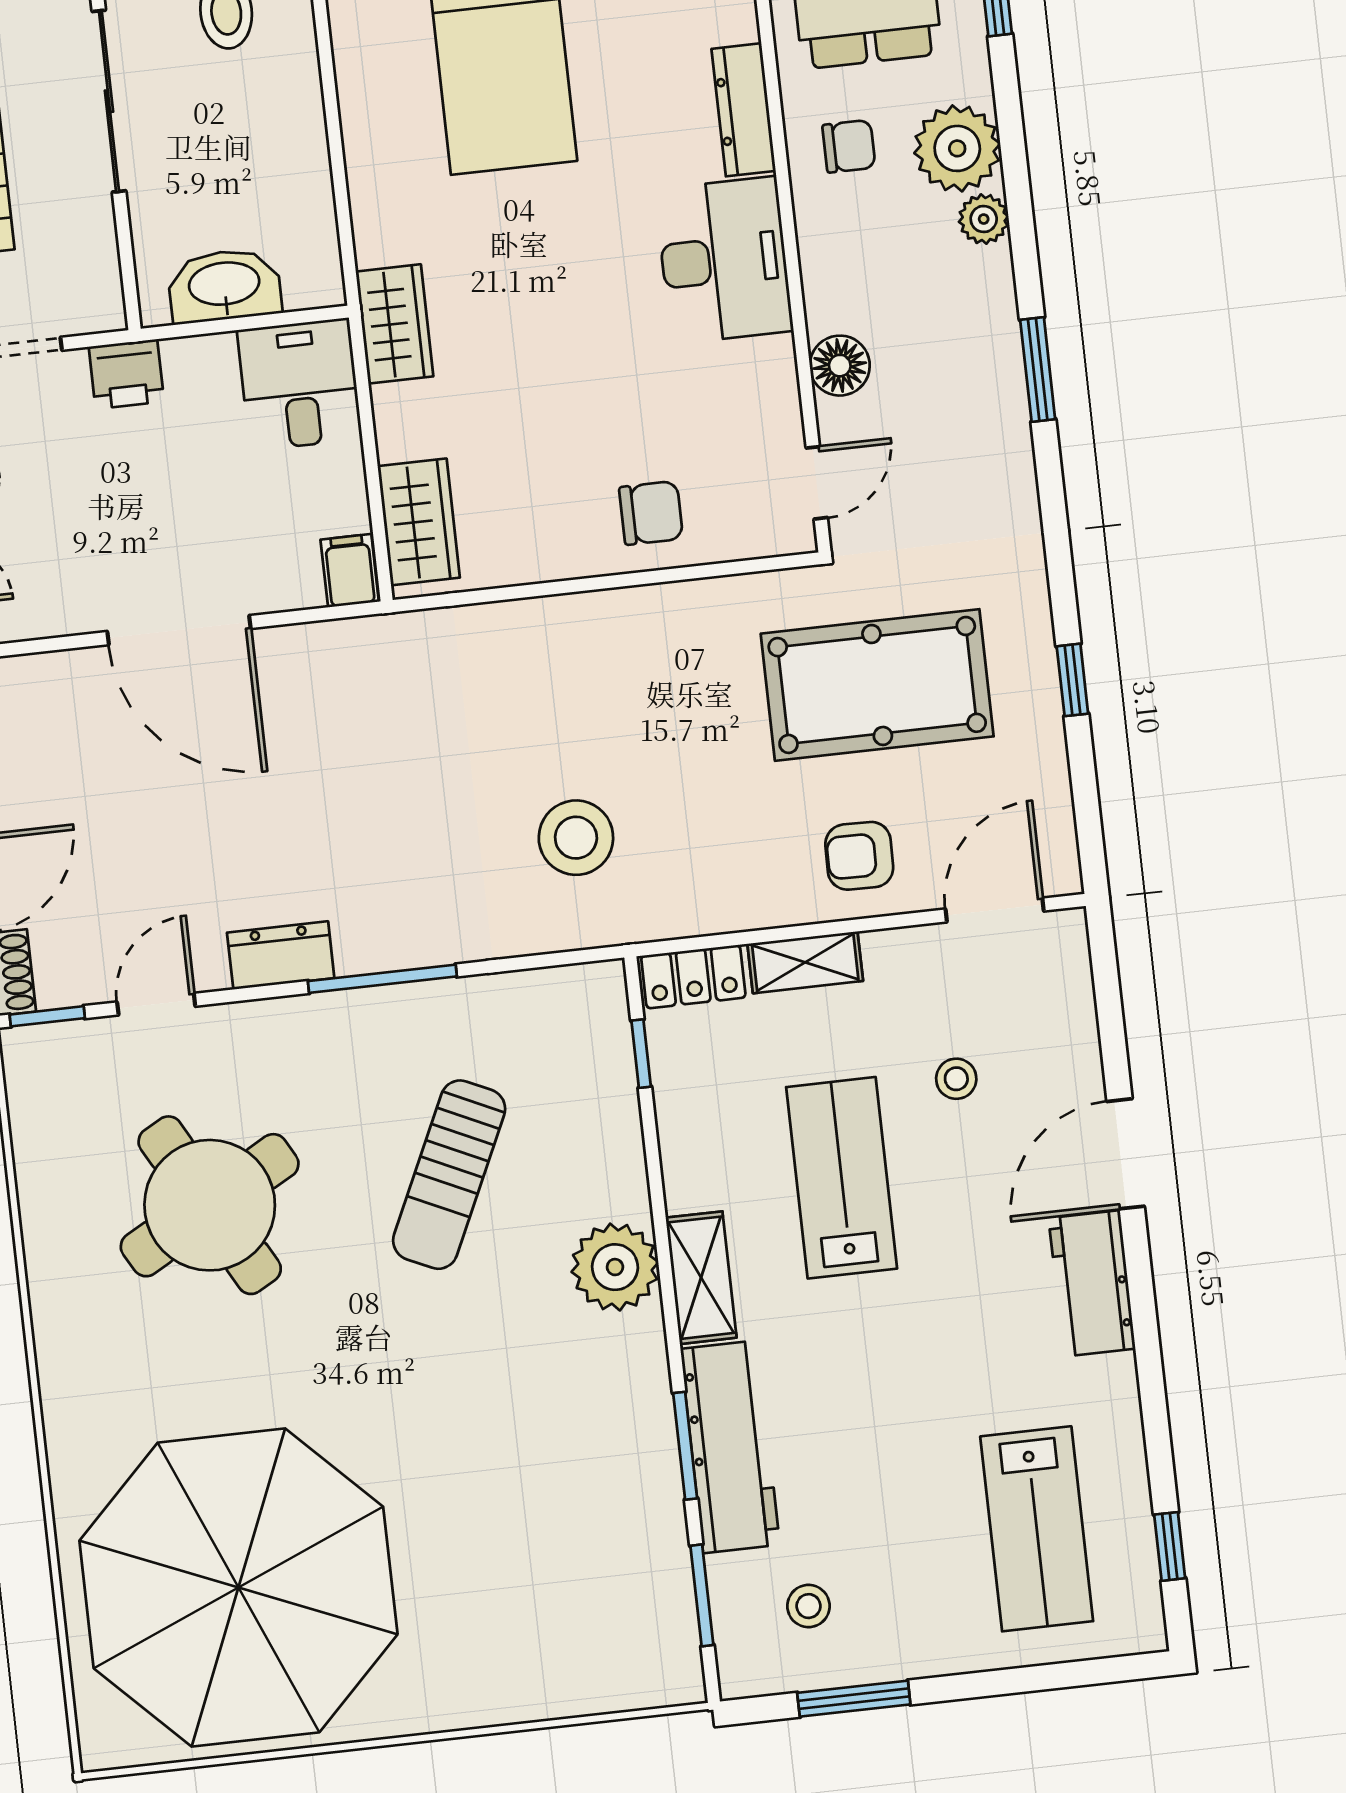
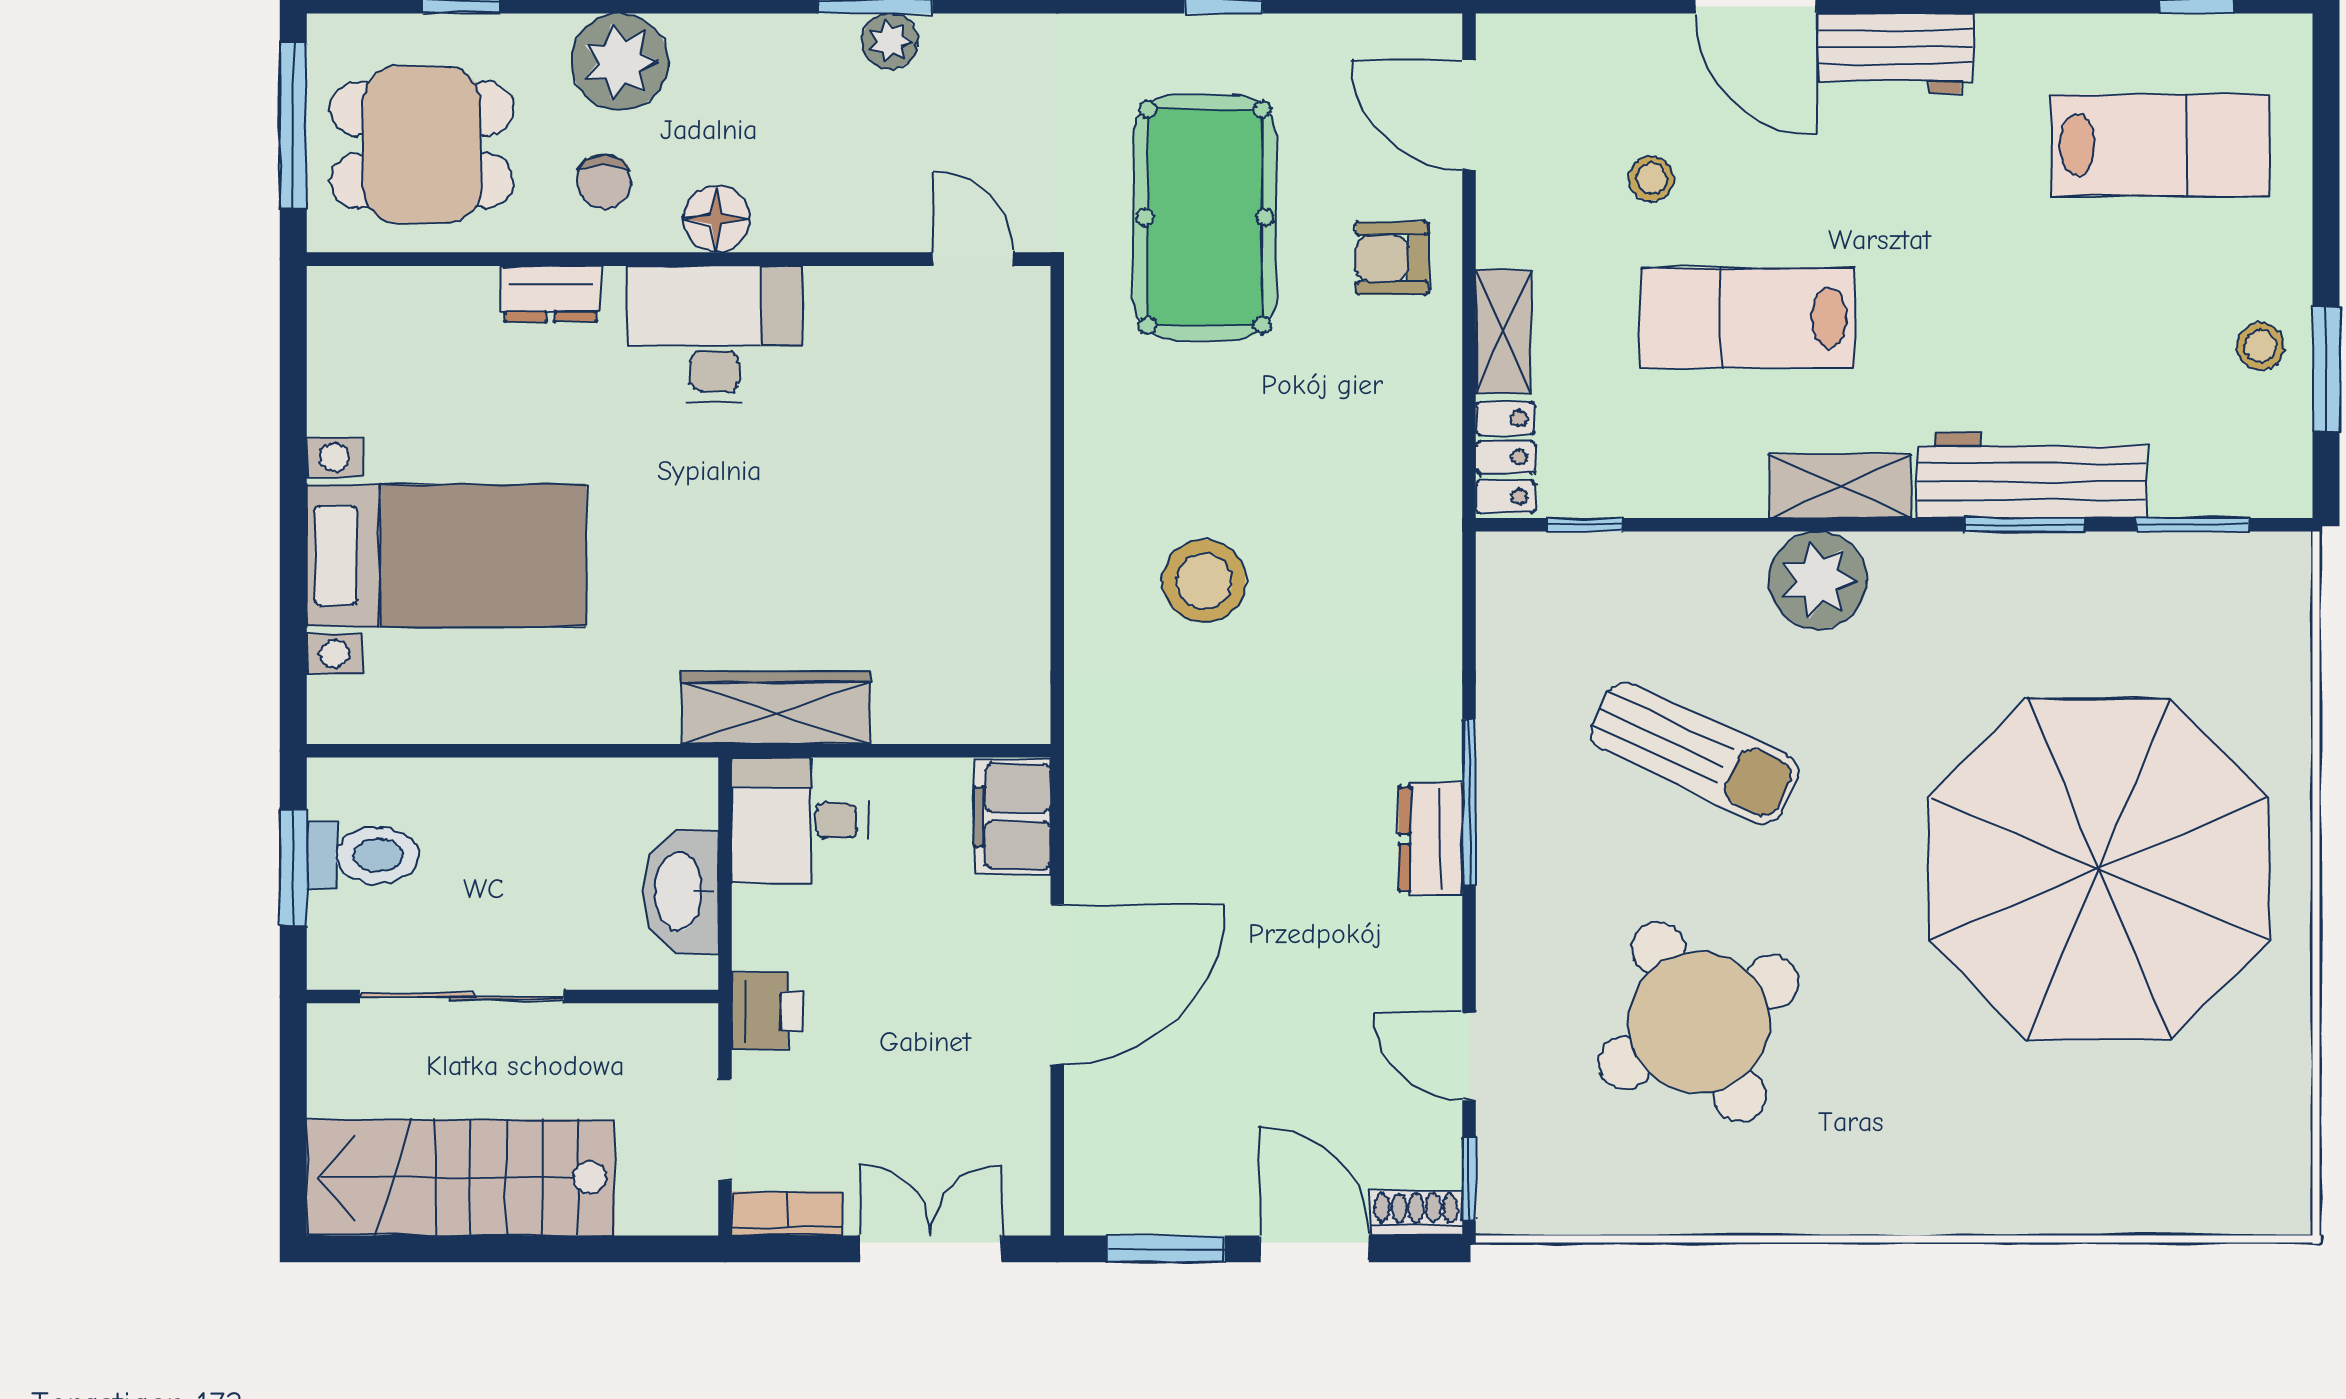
dresser: (744, 110) -> (551, 294), width x0.70
chair: (849, 146) -> (604, 182), turned 180
plant: (984, 219) -> (890, 41), moved
wardrobe: (395, 324) -> (776, 708), width x1.50
floor lamp: (840, 366) -> (716, 219), moved
chair: (651, 513) -> (986, 447), removed
wardrobe: (419, 522) -> (967, 705), removed
filing cabinet: (350, 571) -> (1012, 817), width x2.00
stool: (576, 838) -> (1204, 581), moved
armchair: (859, 856) -> (1392, 258), turned 89
dresser: (281, 955) -> (1431, 839), moved
parasol: (238, 1587) -> (2099, 869), moved
stool: (809, 1606) -> (2261, 346), moved

